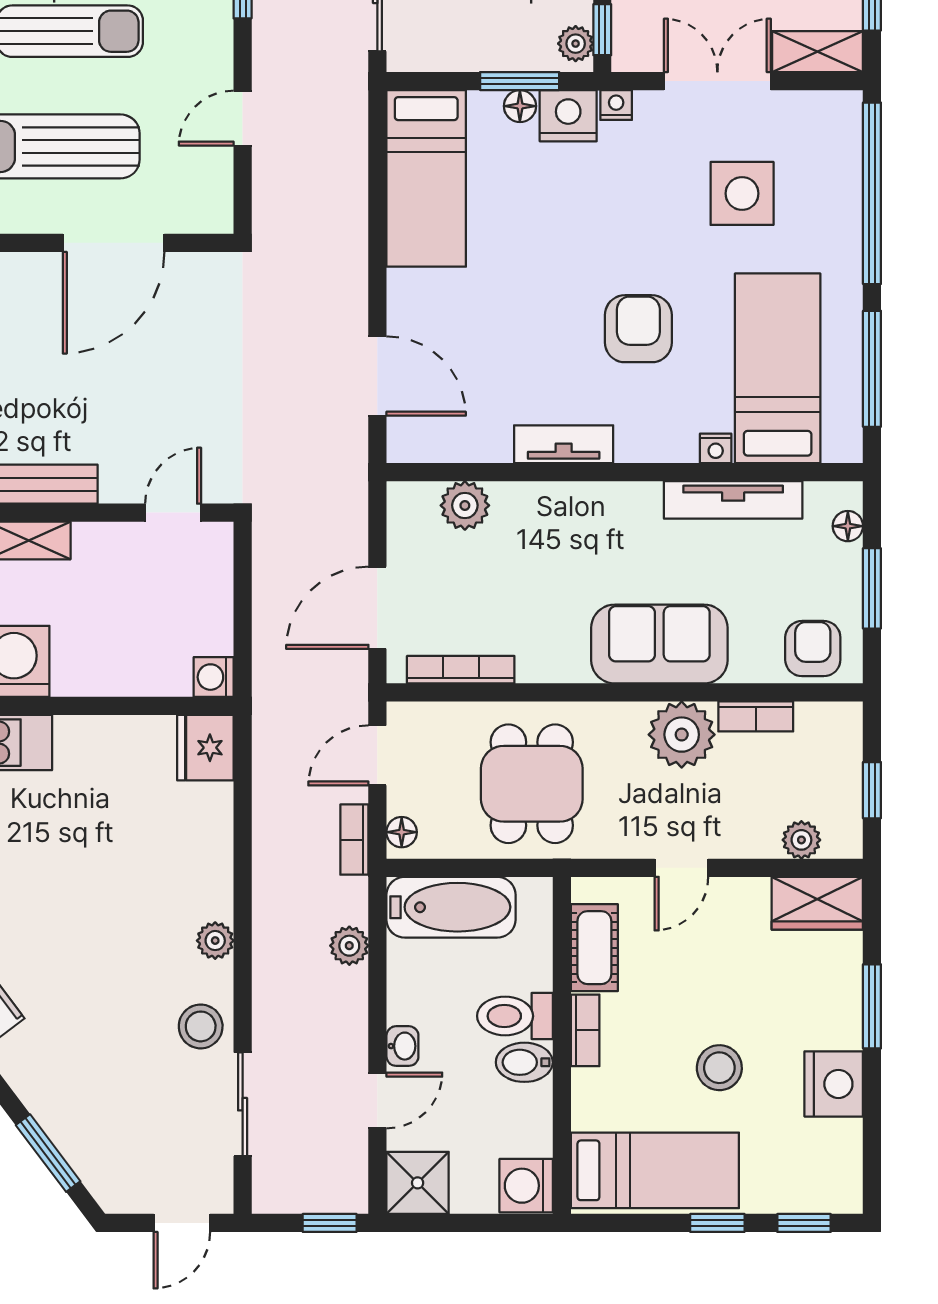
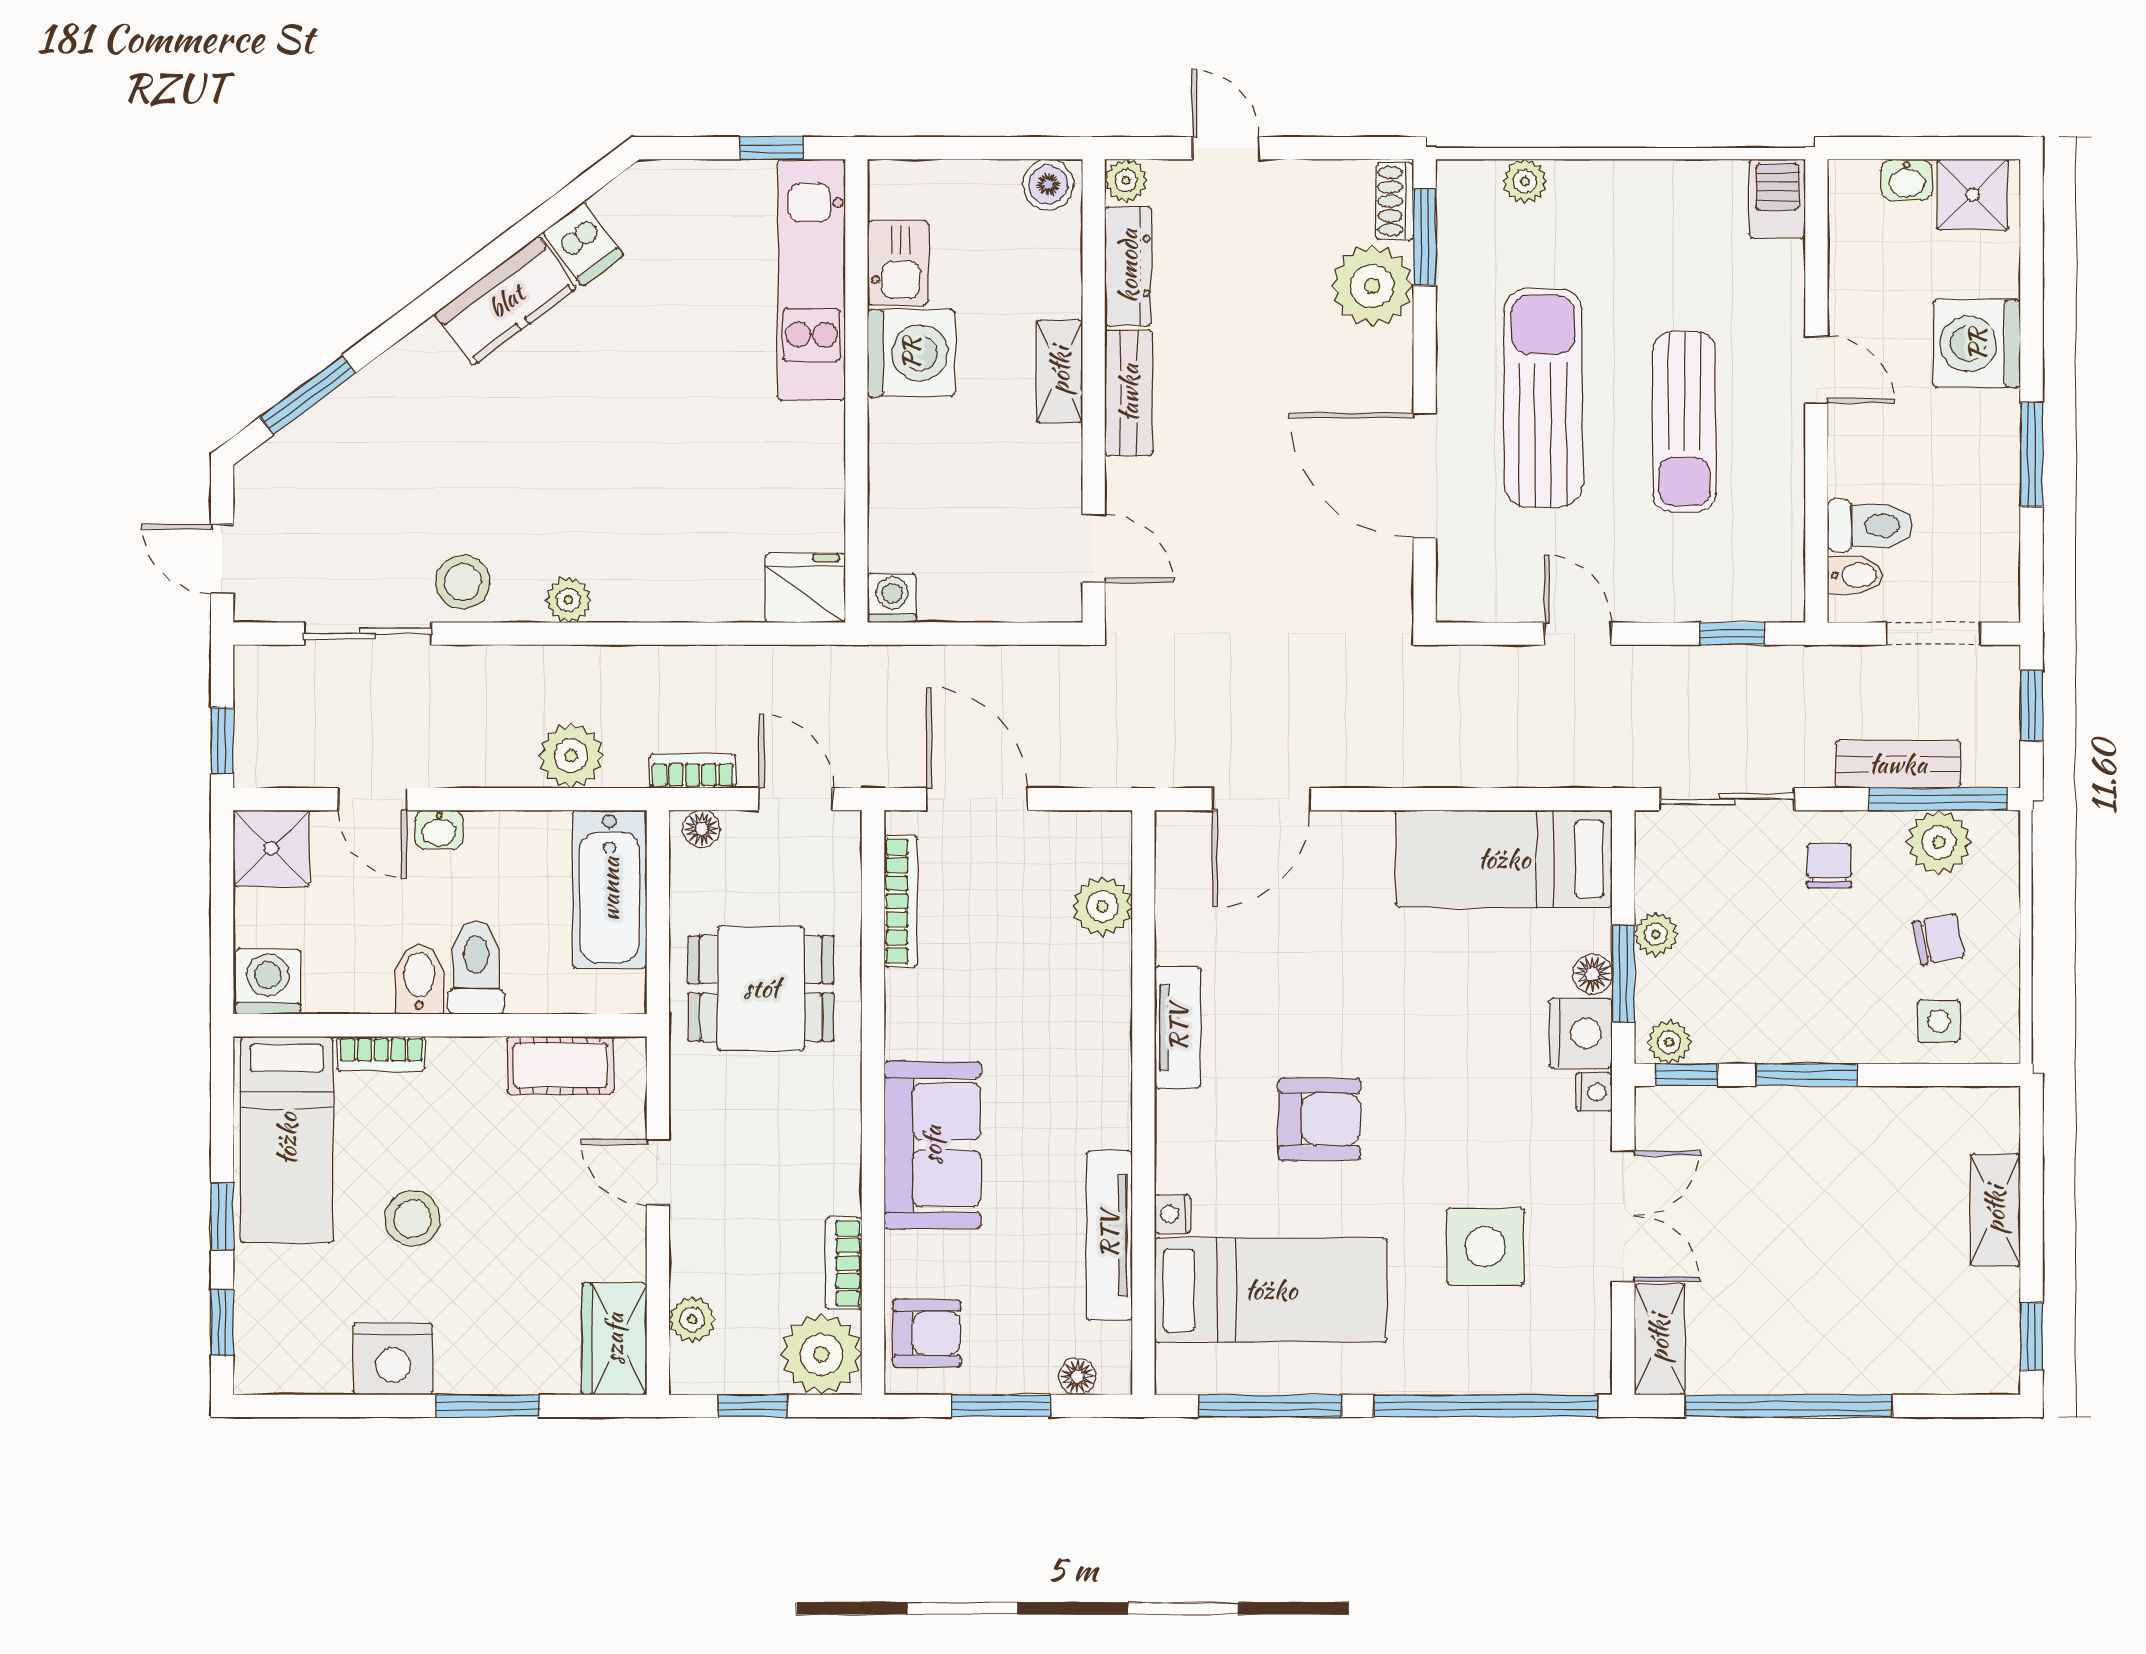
plant: (488, 55) -> (1656, 934), added
plant: (682, 735) -> (821, 1354), moved
plant: (349, 946) -> (571, 756), width x1.38, depth x1.38
bookcase: (585, 1030) -> (381, 1054), moved

